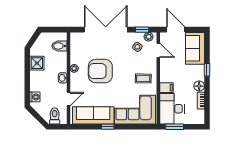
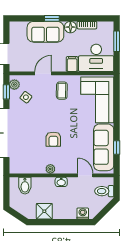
sofa: (195, 48) -> (45, 32), moved
door: (158, 50) -> (43, 73), moved
armchair: (100, 71) -> (53, 139), width x0.53, depth x0.53
window: (108, 127) -> (117, 148), moved
window: (175, 127) -> (117, 41), moved

